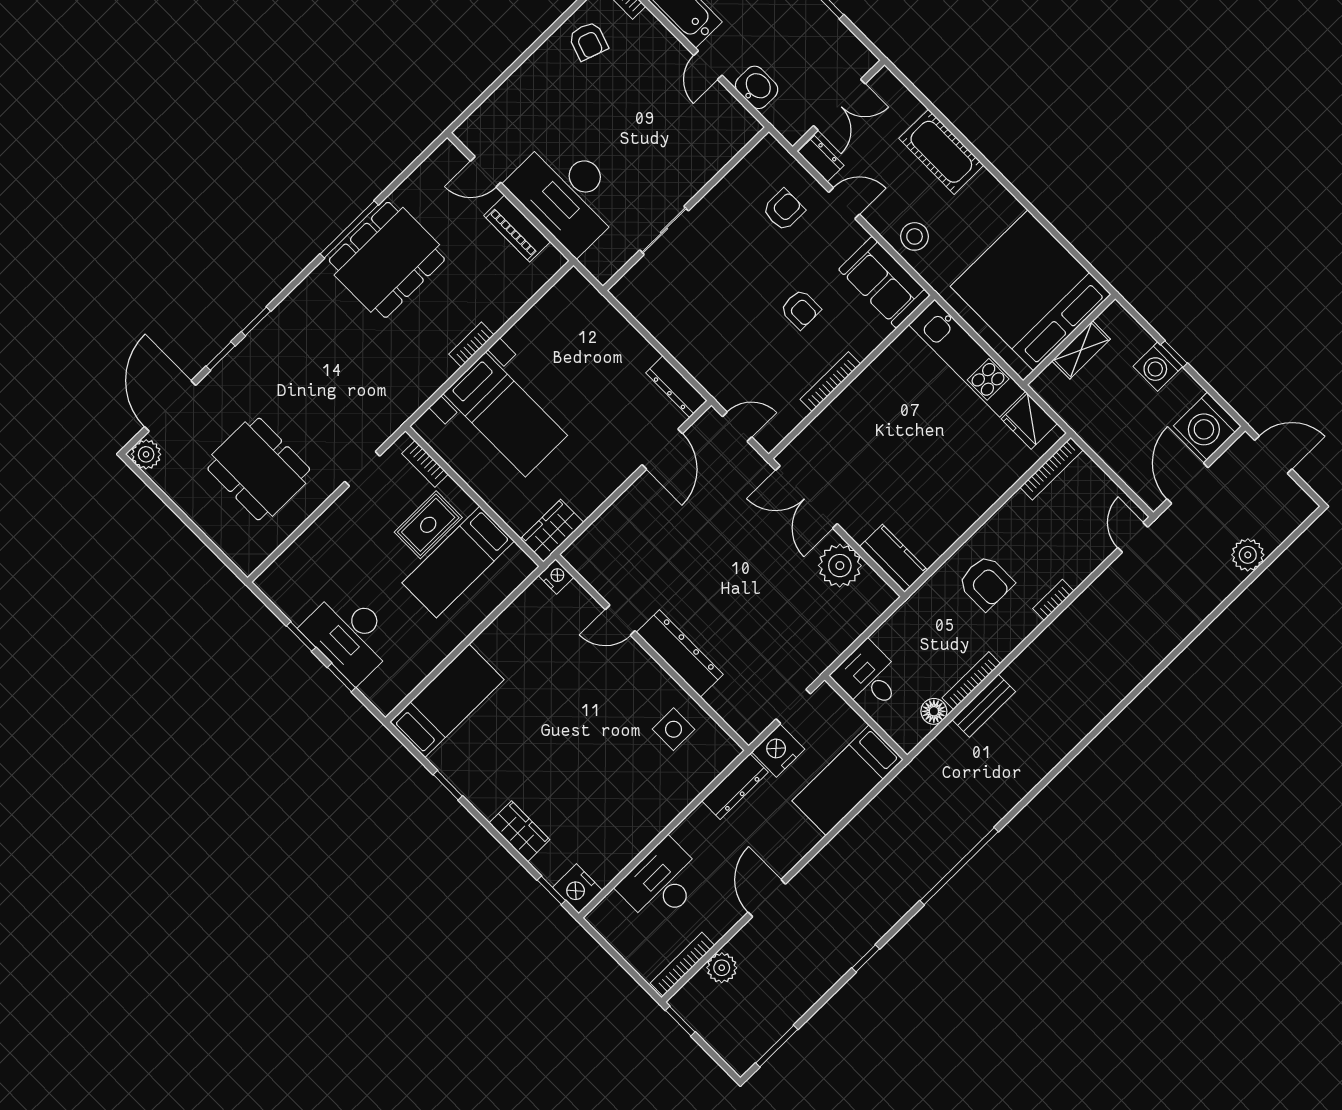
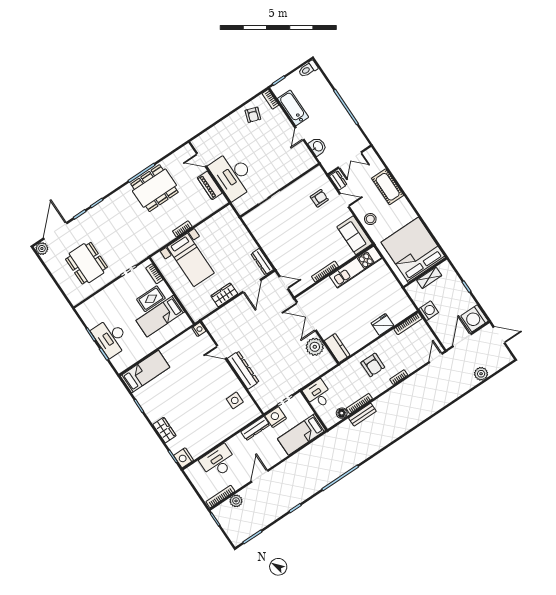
armchair: (800, 309) -> (318, 240), removed
kitchen unit: (967, 358) -> (356, 267), moved, turned -90
washing machine: (1158, 367) -> (429, 311), moved, turned 180
fridge: (1029, 421) -> (382, 324), moved, turned 90
wardrobe: (552, 531) -> (224, 295), moved

